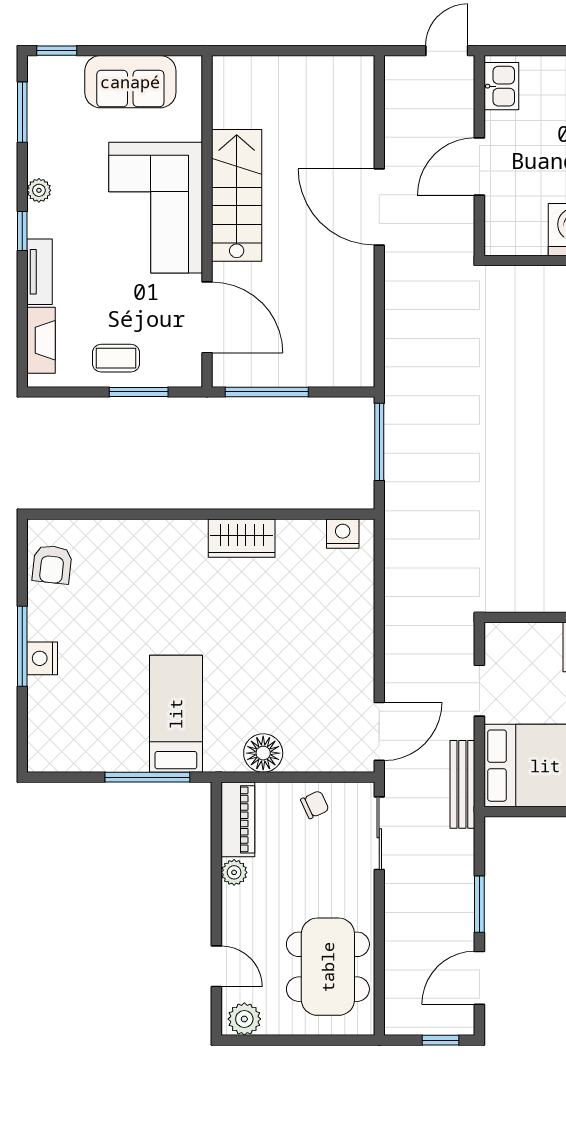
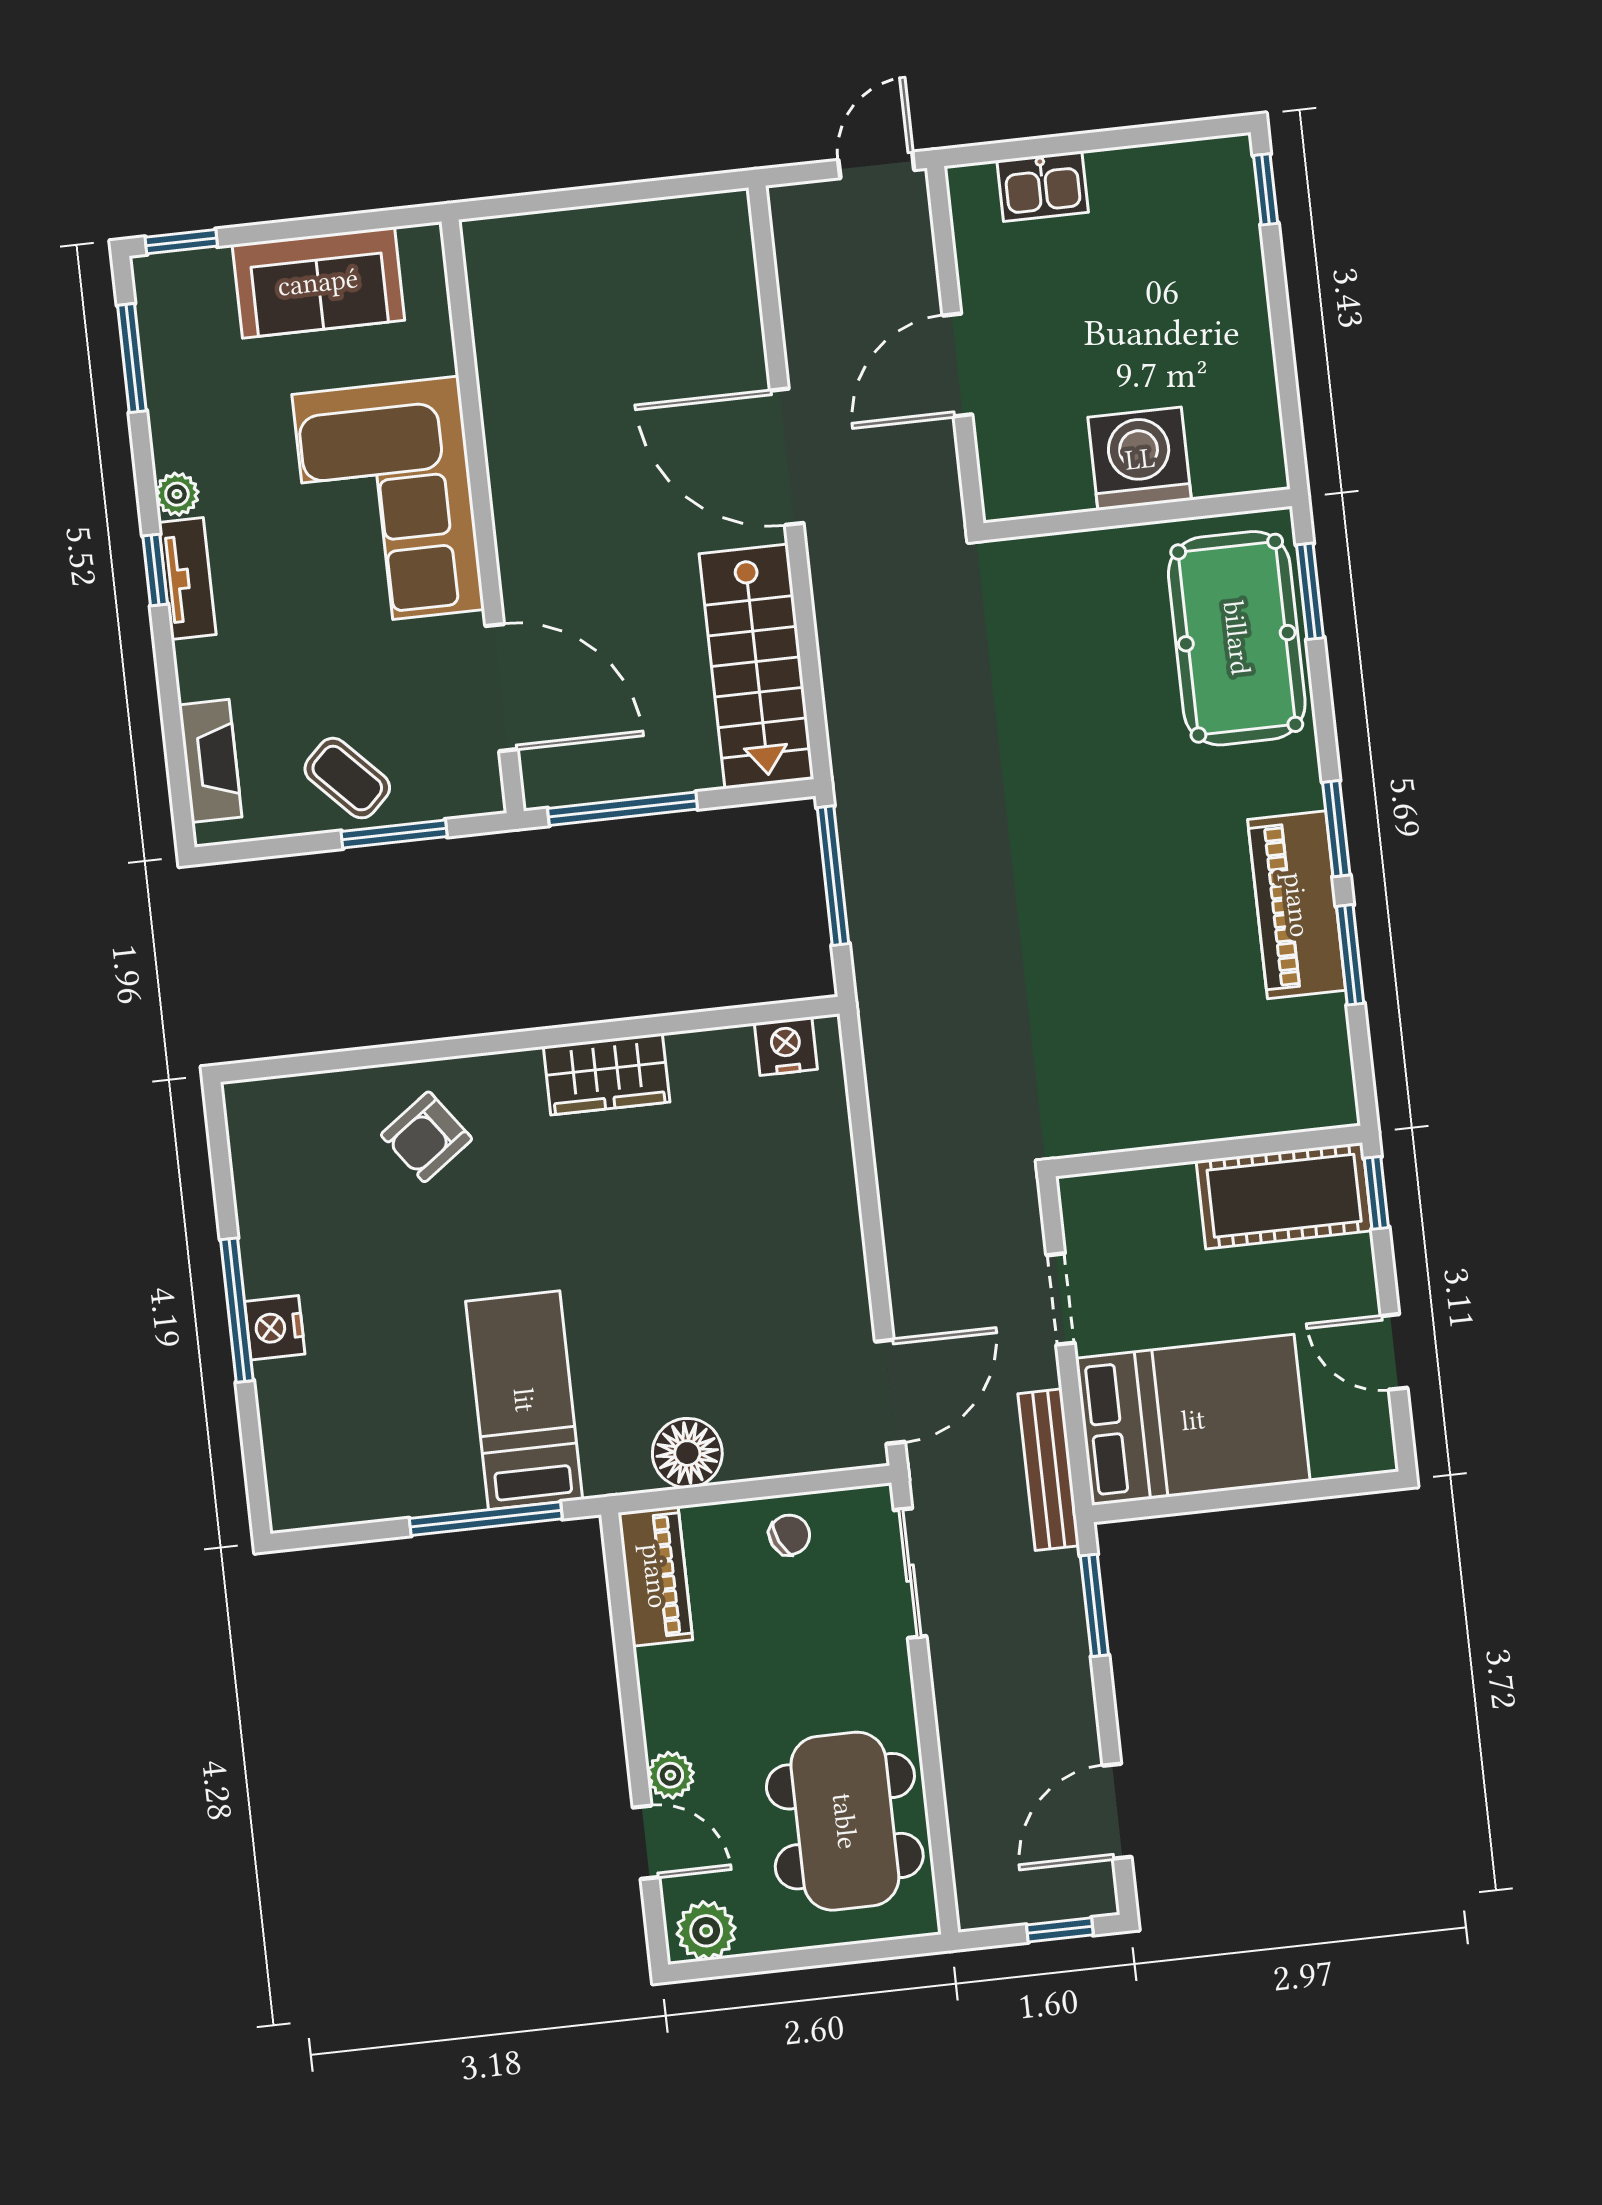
kitchen sink: (501, 86) -> (1043, 186), moved, turned 90
stairs: (237, 195) -> (757, 666), moved, turned 180
tv unit: (40, 272) -> (187, 578), moved
coffee table: (116, 358) -> (347, 778), turned 46
armchair: (52, 564) -> (426, 1137), moved, turned 48
plant: (234, 872) -> (670, 1775), moved
window: (479, 904) -> (1094, 1605), moved

